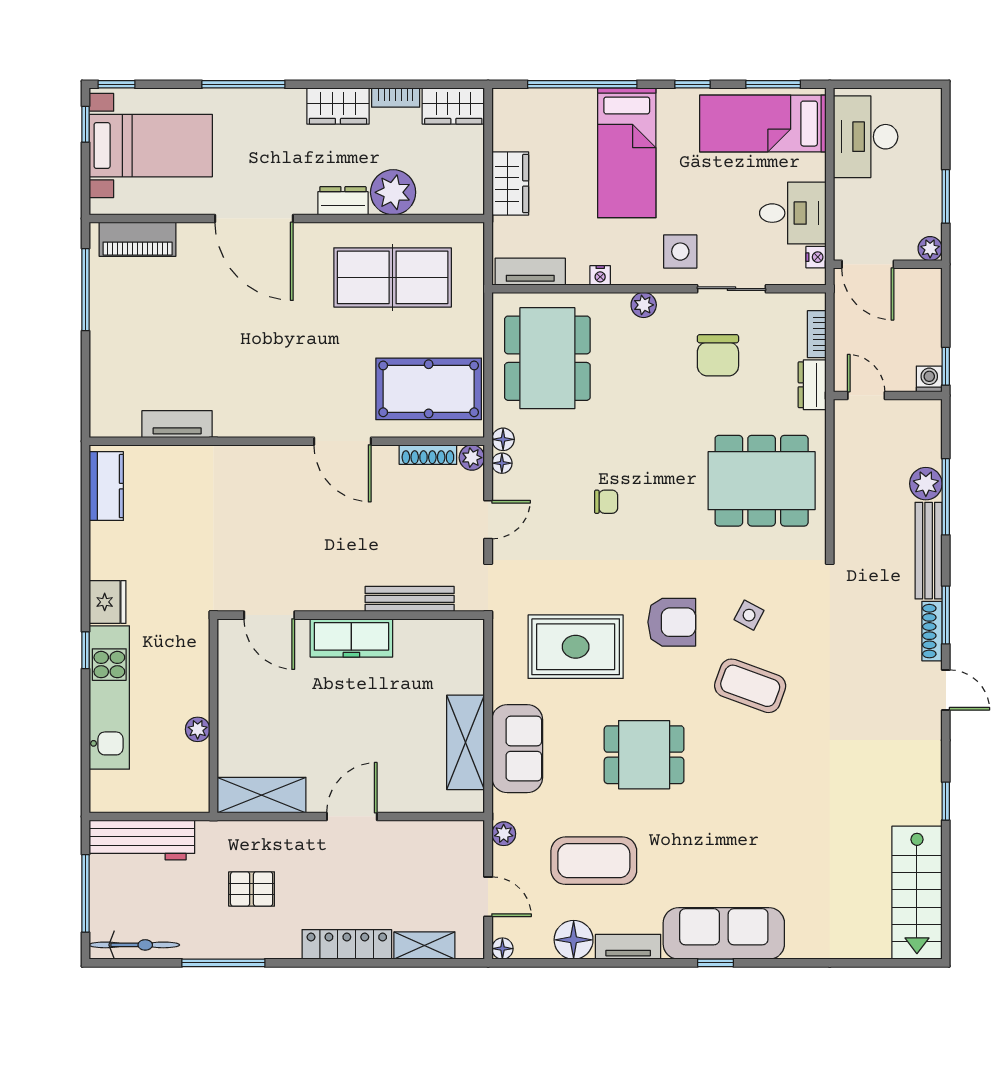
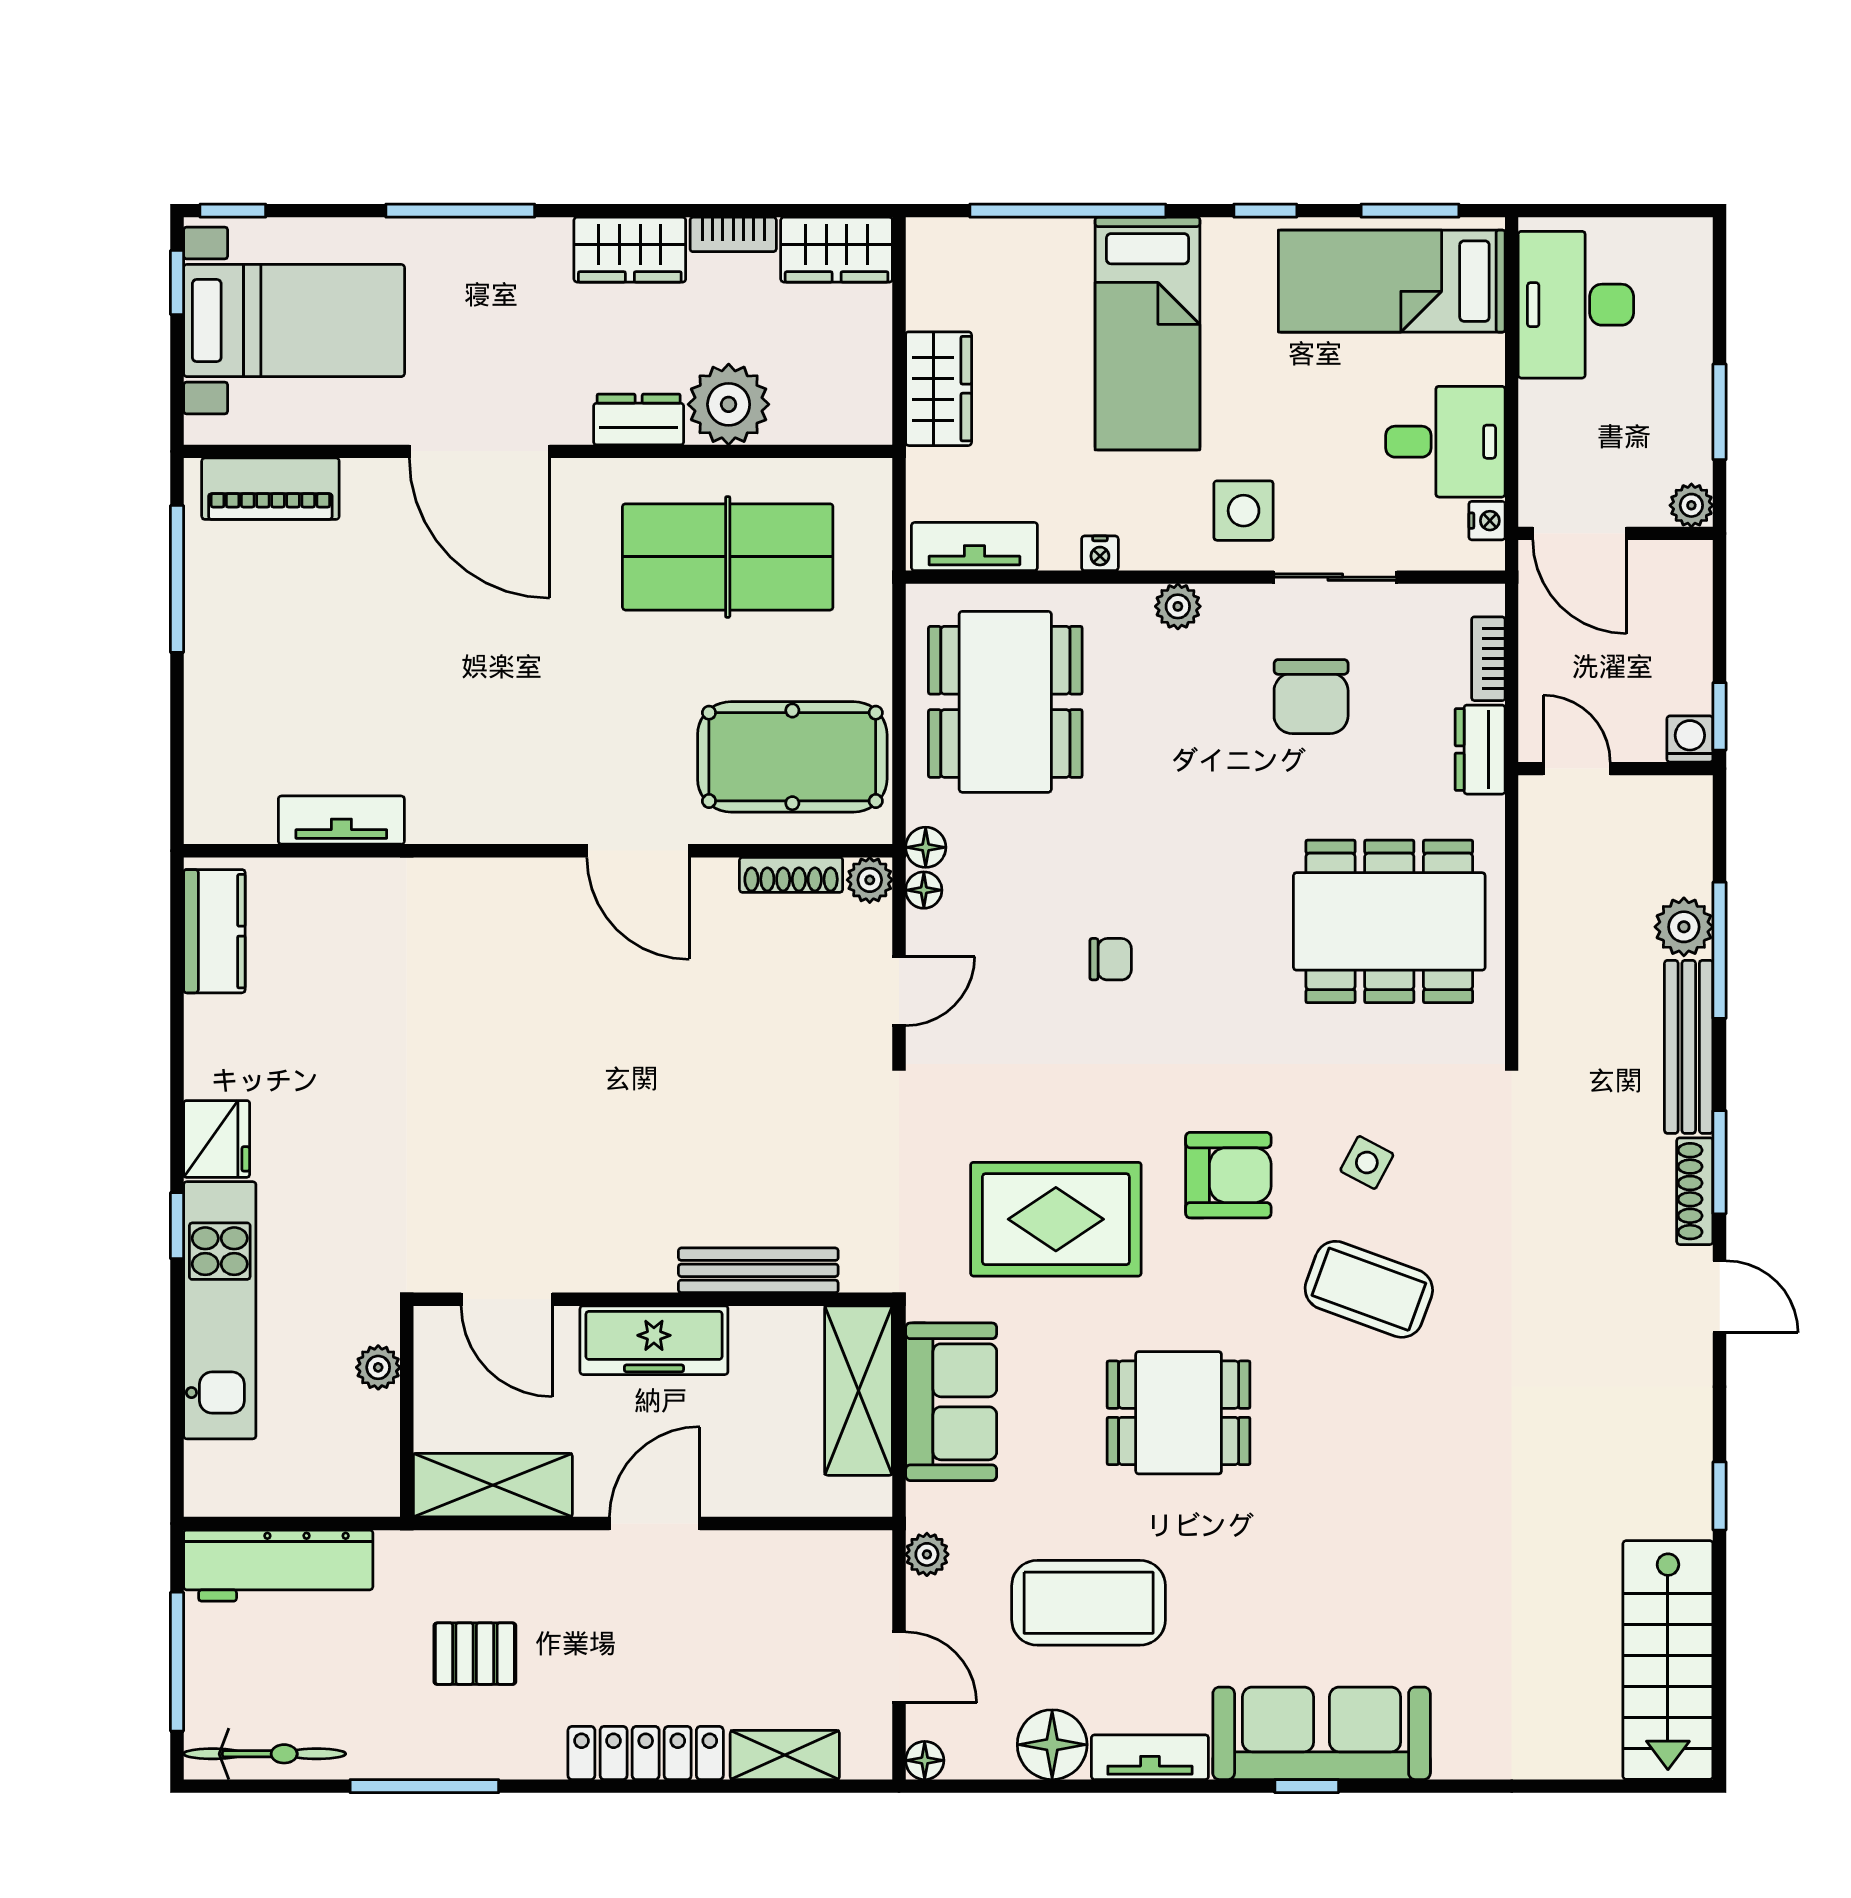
bench: (410, 599) -> (758, 1270), moved
door: (269, 615) -> (507, 1299), moved
wall: (351, 615) -> (653, 1299), moved
freezer: (351, 638) -> (654, 1340), moved

